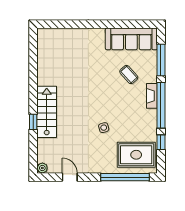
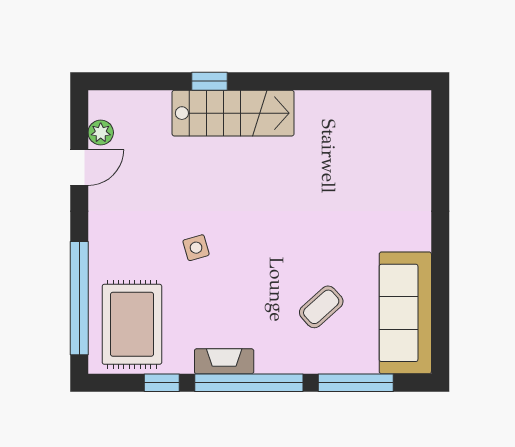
fireplace: (152, 96) -> (224, 361), moved
plant: (42, 168) -> (101, 133), moved

